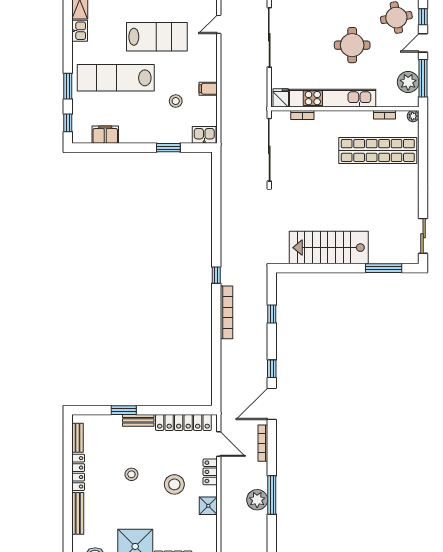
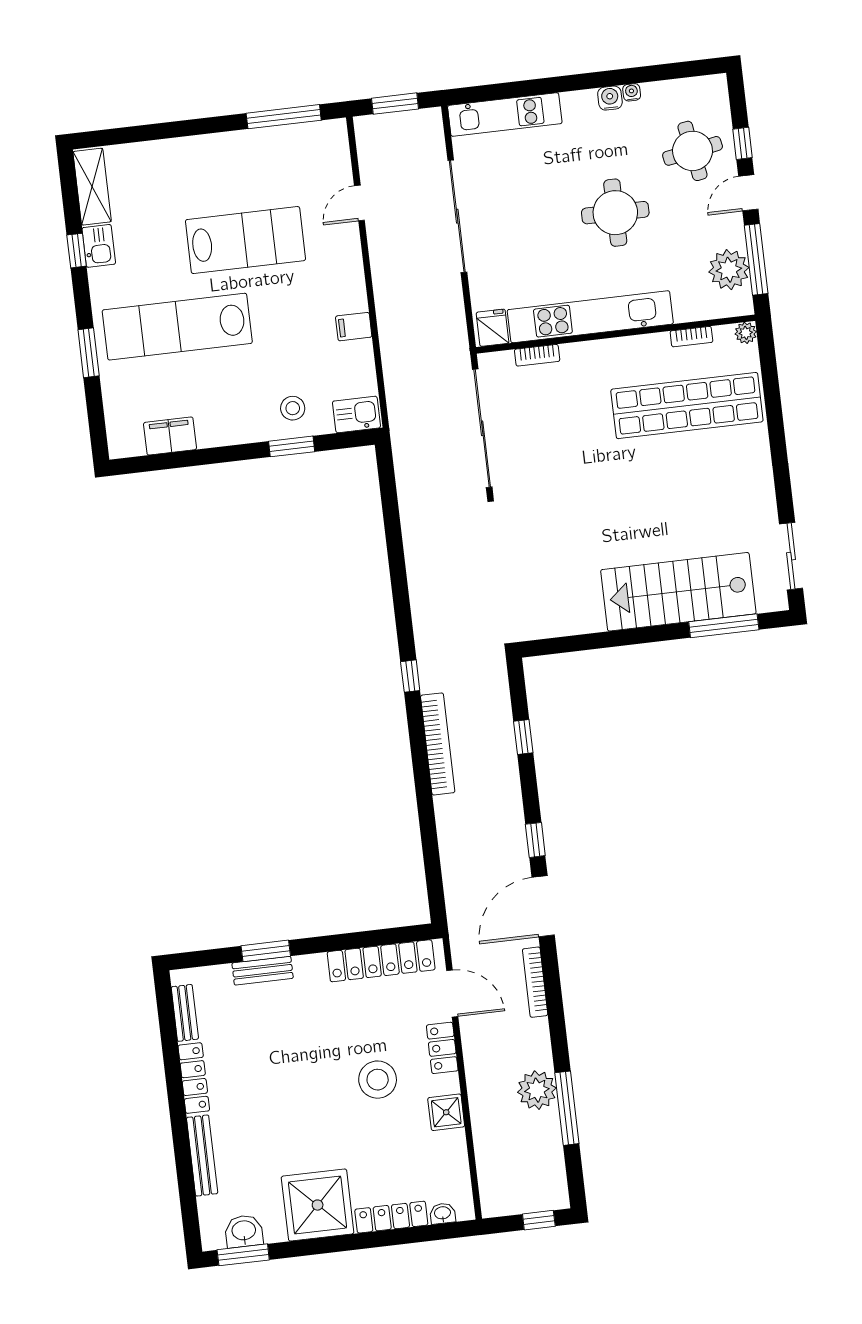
stool: (176, 101) -> (293, 408), moved
window: (68, 123) -> (77, 251), moved
stairs: (329, 248) -> (678, 592), moved
bench: (138, 420) -> (263, 971), moved
stool: (131, 474) -> (295, 1070), removed
window: (272, 495) -> (567, 1108), moved

